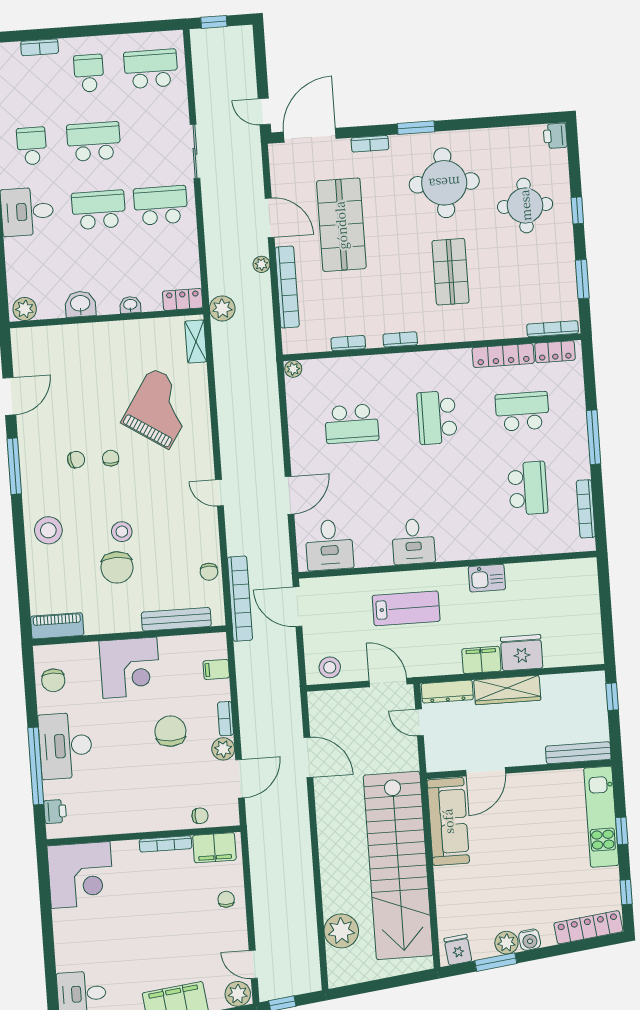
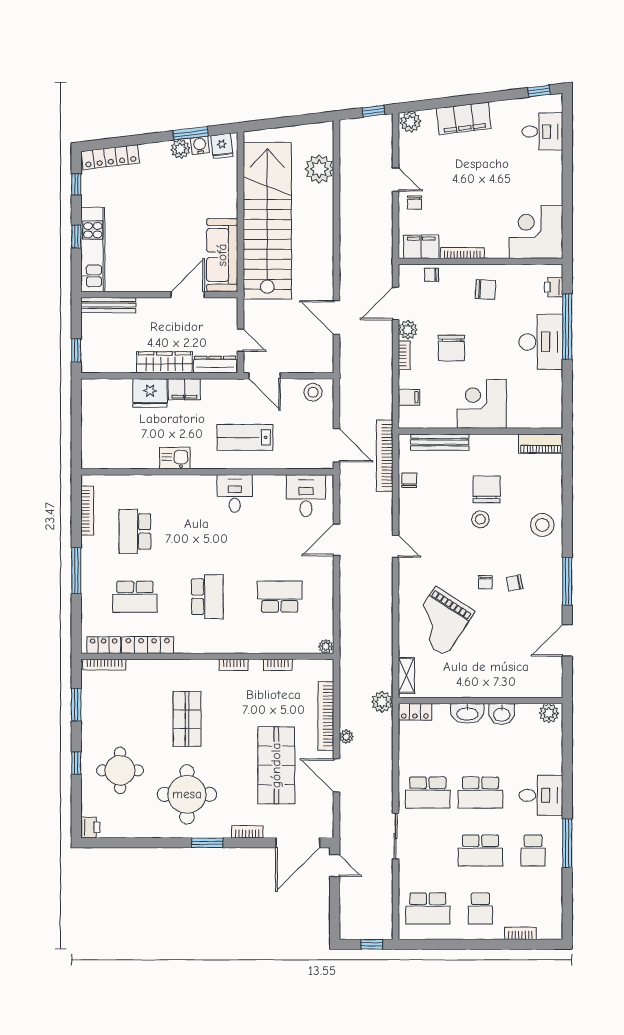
washbasin: (130, 305) -> (467, 713), width x1.91, depth x1.45
chair: (53, 680) -> (485, 290), moved, turned 93
water cooler: (530, 940) -> (200, 145), moved
door: (253, 964) -> (396, 179), moved

